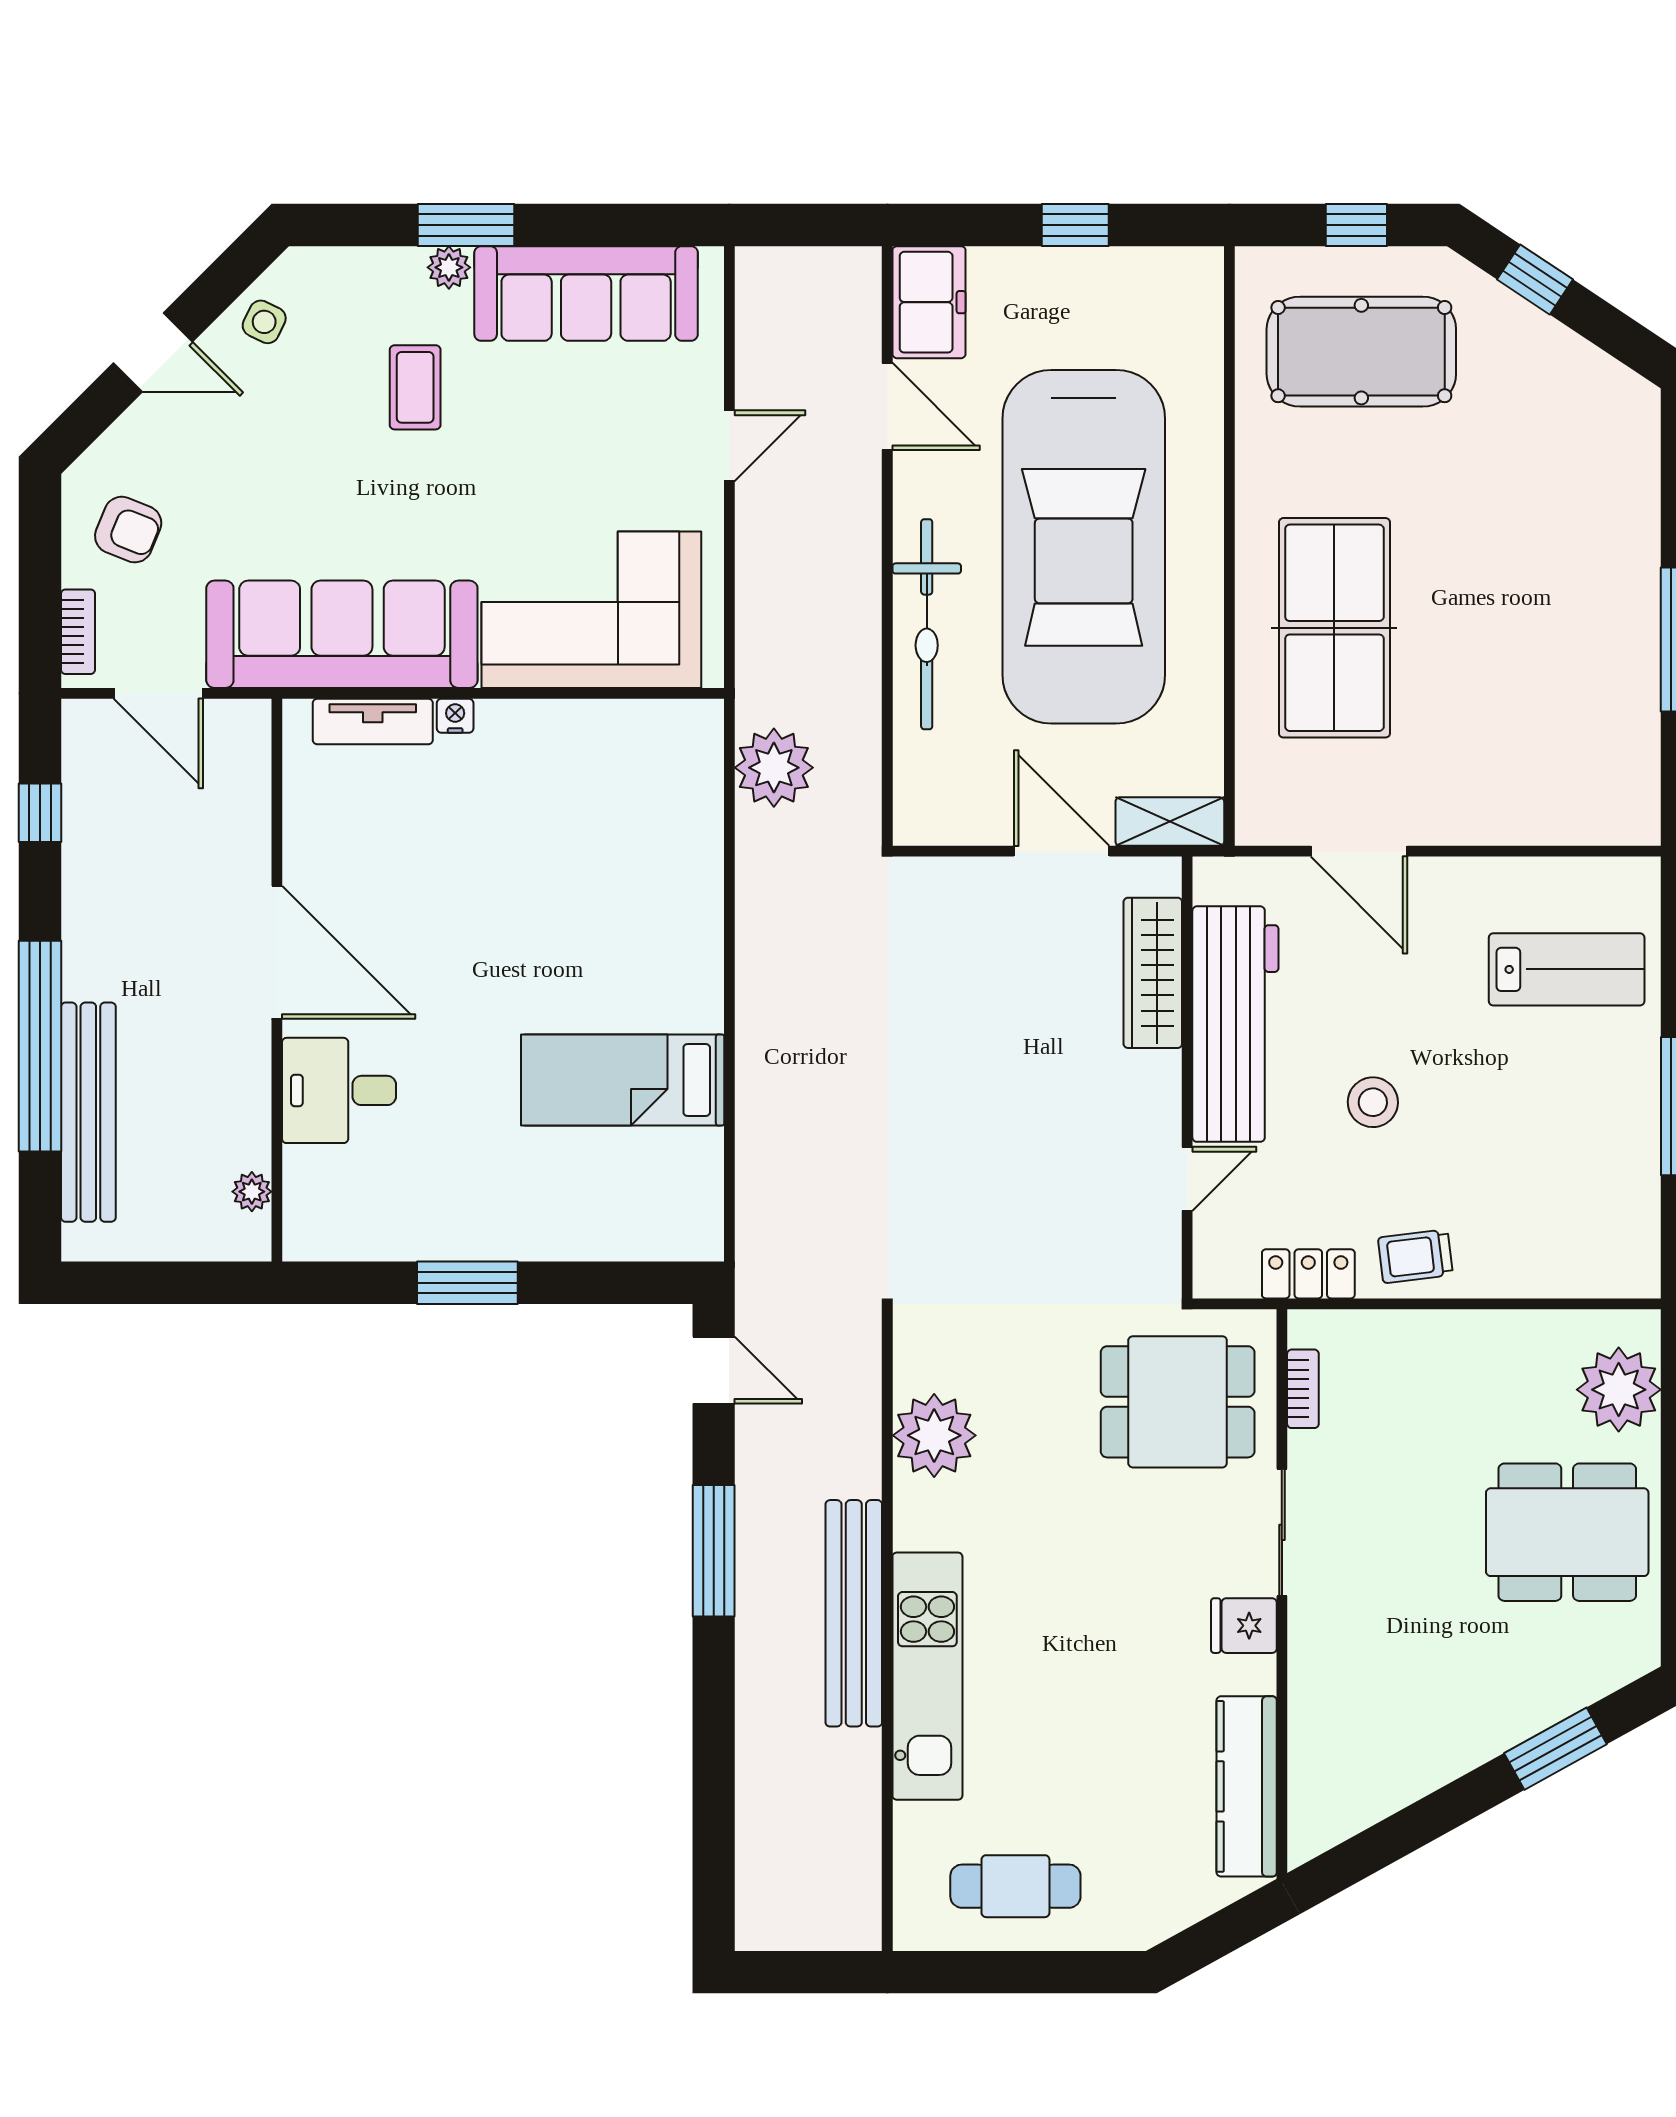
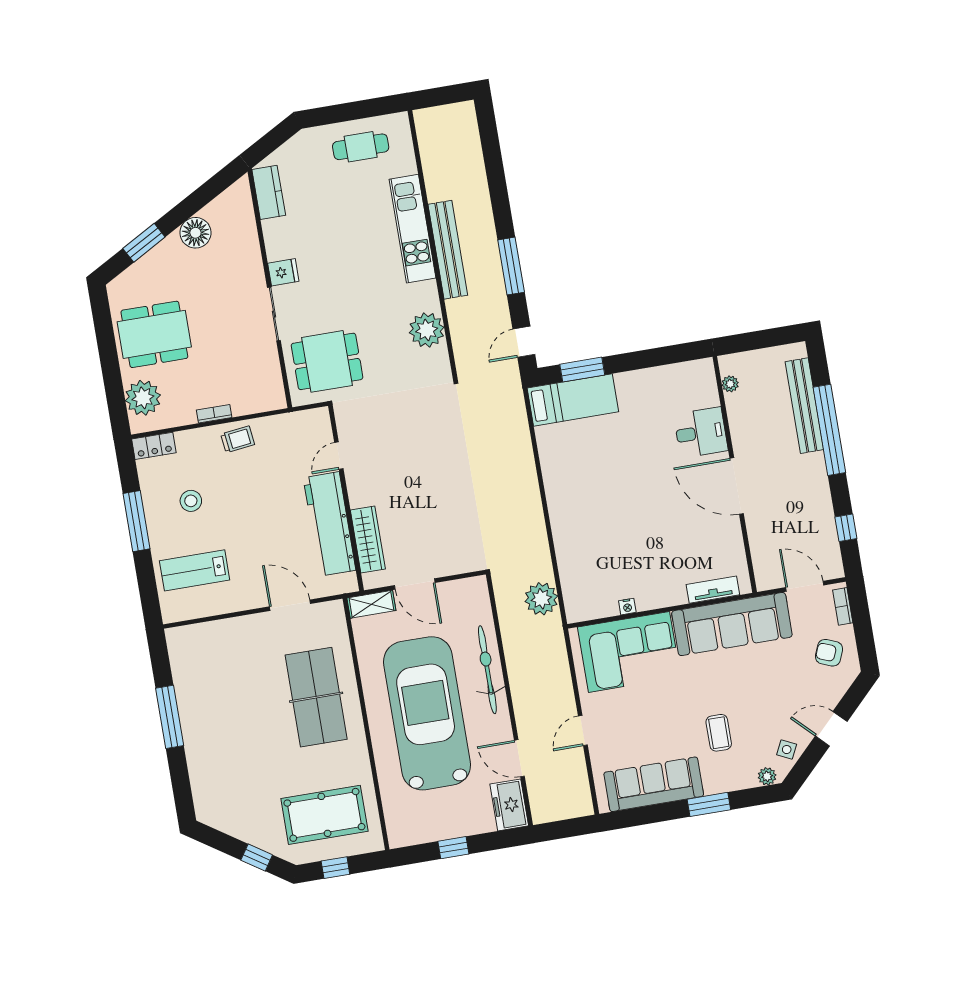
plant: (449, 267) -> (767, 776), moved
nightstand: (455, 716) -> (627, 607), moved
bed: (623, 1080) -> (573, 400), moved
stool: (1373, 1102) -> (191, 501), moved
locker: (1308, 1274) -> (154, 446), moved
window: (467, 1283) -> (582, 370), moved
door: (714, 1370) -> (524, 342), hinge flipped
bookcase: (1303, 1389) -> (214, 414), moved, turned 90
floor lamp: (1432, 1752) -> (195, 233), added
kitchen counter: (1247, 1786) -> (269, 192), width x0.67

